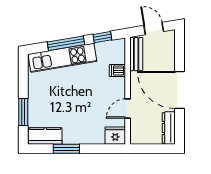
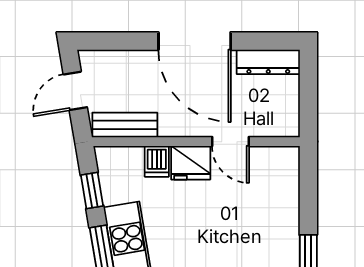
door: (179, 90) -> (195, 41), hinge flipped
fridge: (115, 136) -> (191, 163), moved, turned -90

